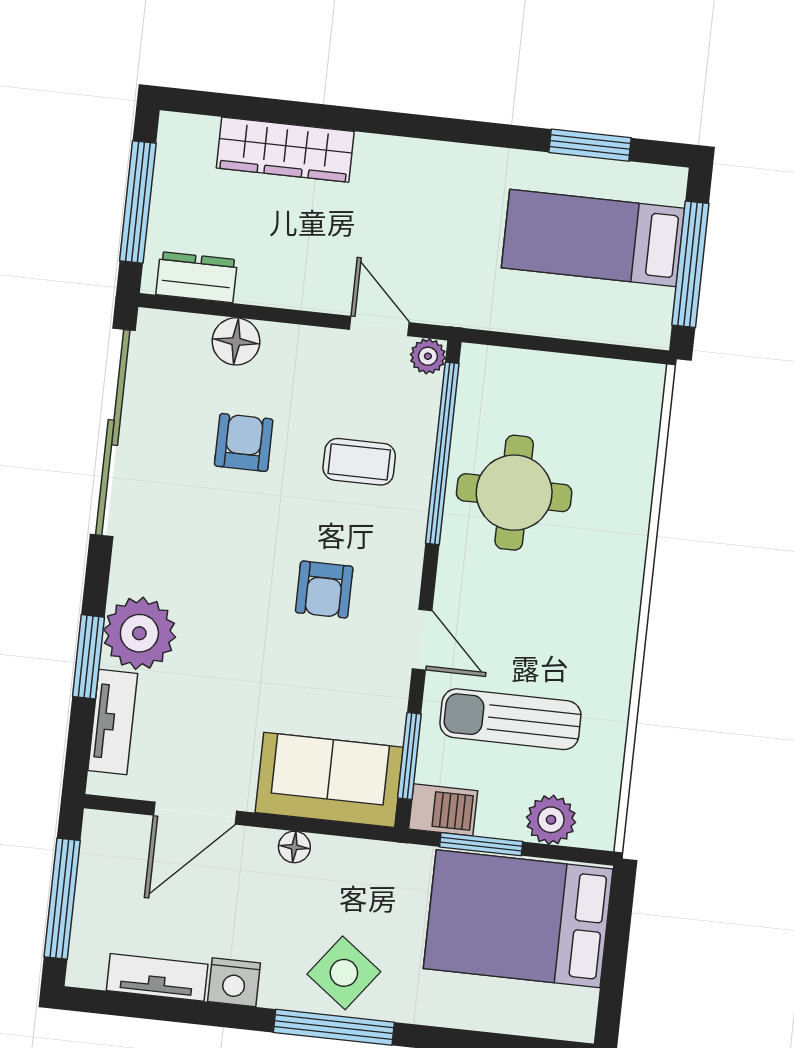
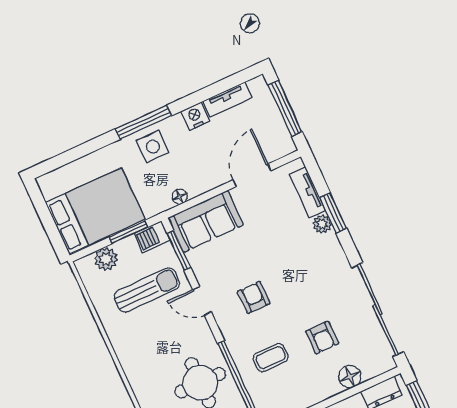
plant: (139, 633) -> (322, 224), width x0.53, depth x0.53
floor lamp: (294, 847) -> (180, 197), moved
side table: (344, 973) -> (153, 147), turned -37

